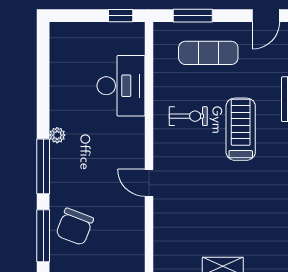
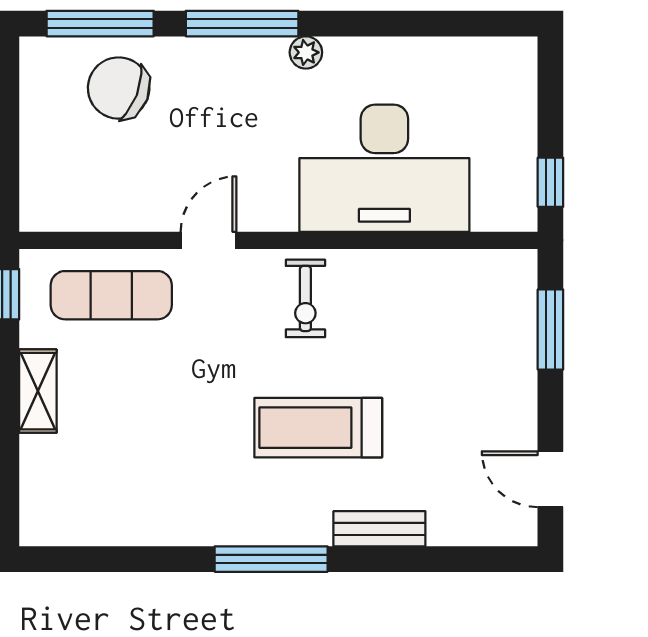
exercise mat: (208, 53) -> (111, 295), moved, turned 90
desk: (121, 86) -> (384, 168), width x1.36, depth x1.30
exercise bike: (188, 116) -> (305, 298), moved
treadmill: (241, 129) -> (318, 428), turned 180

